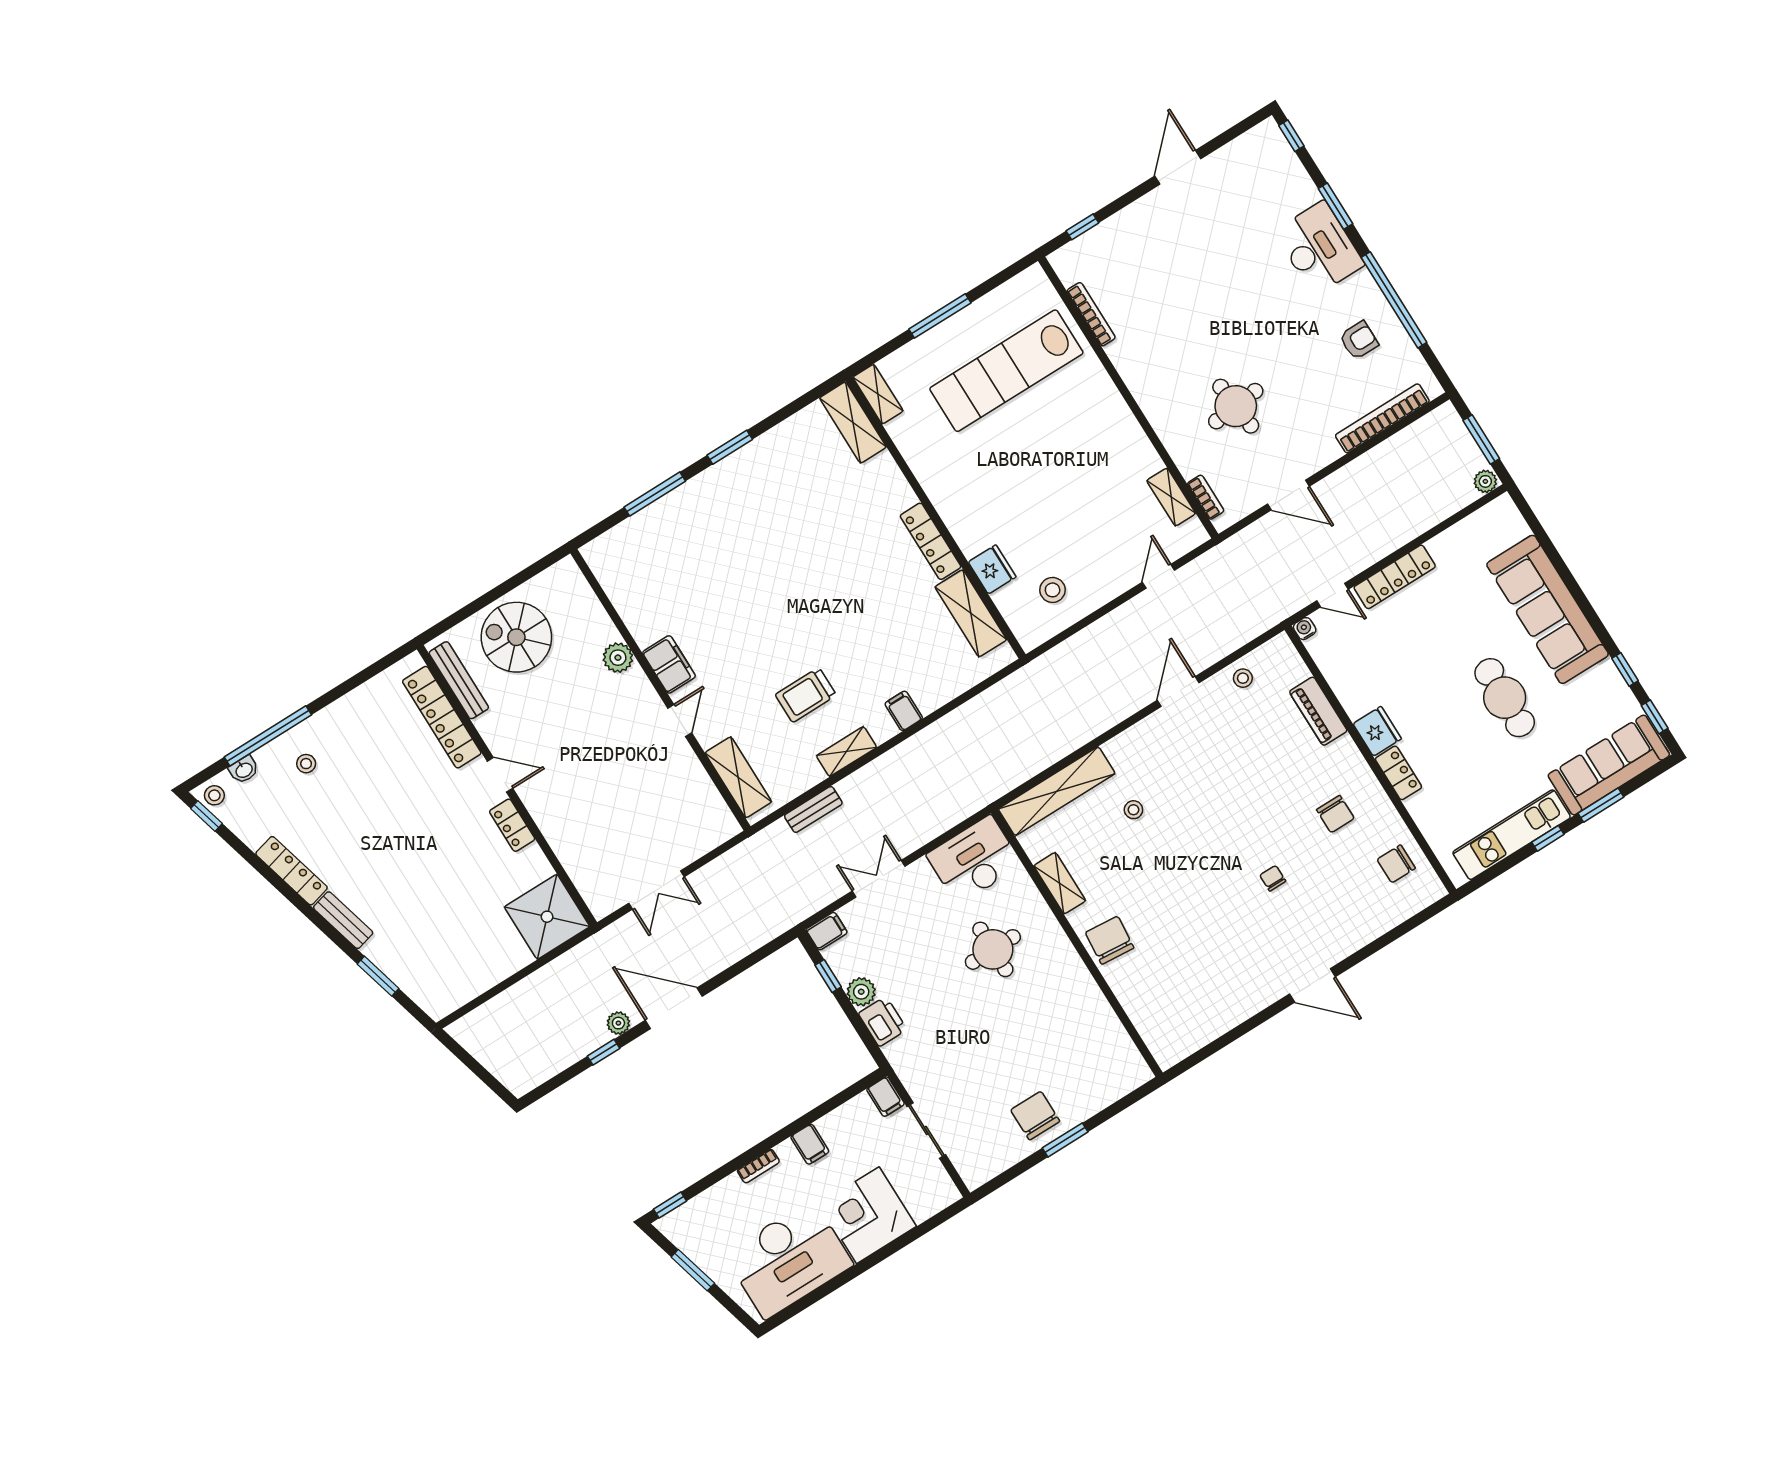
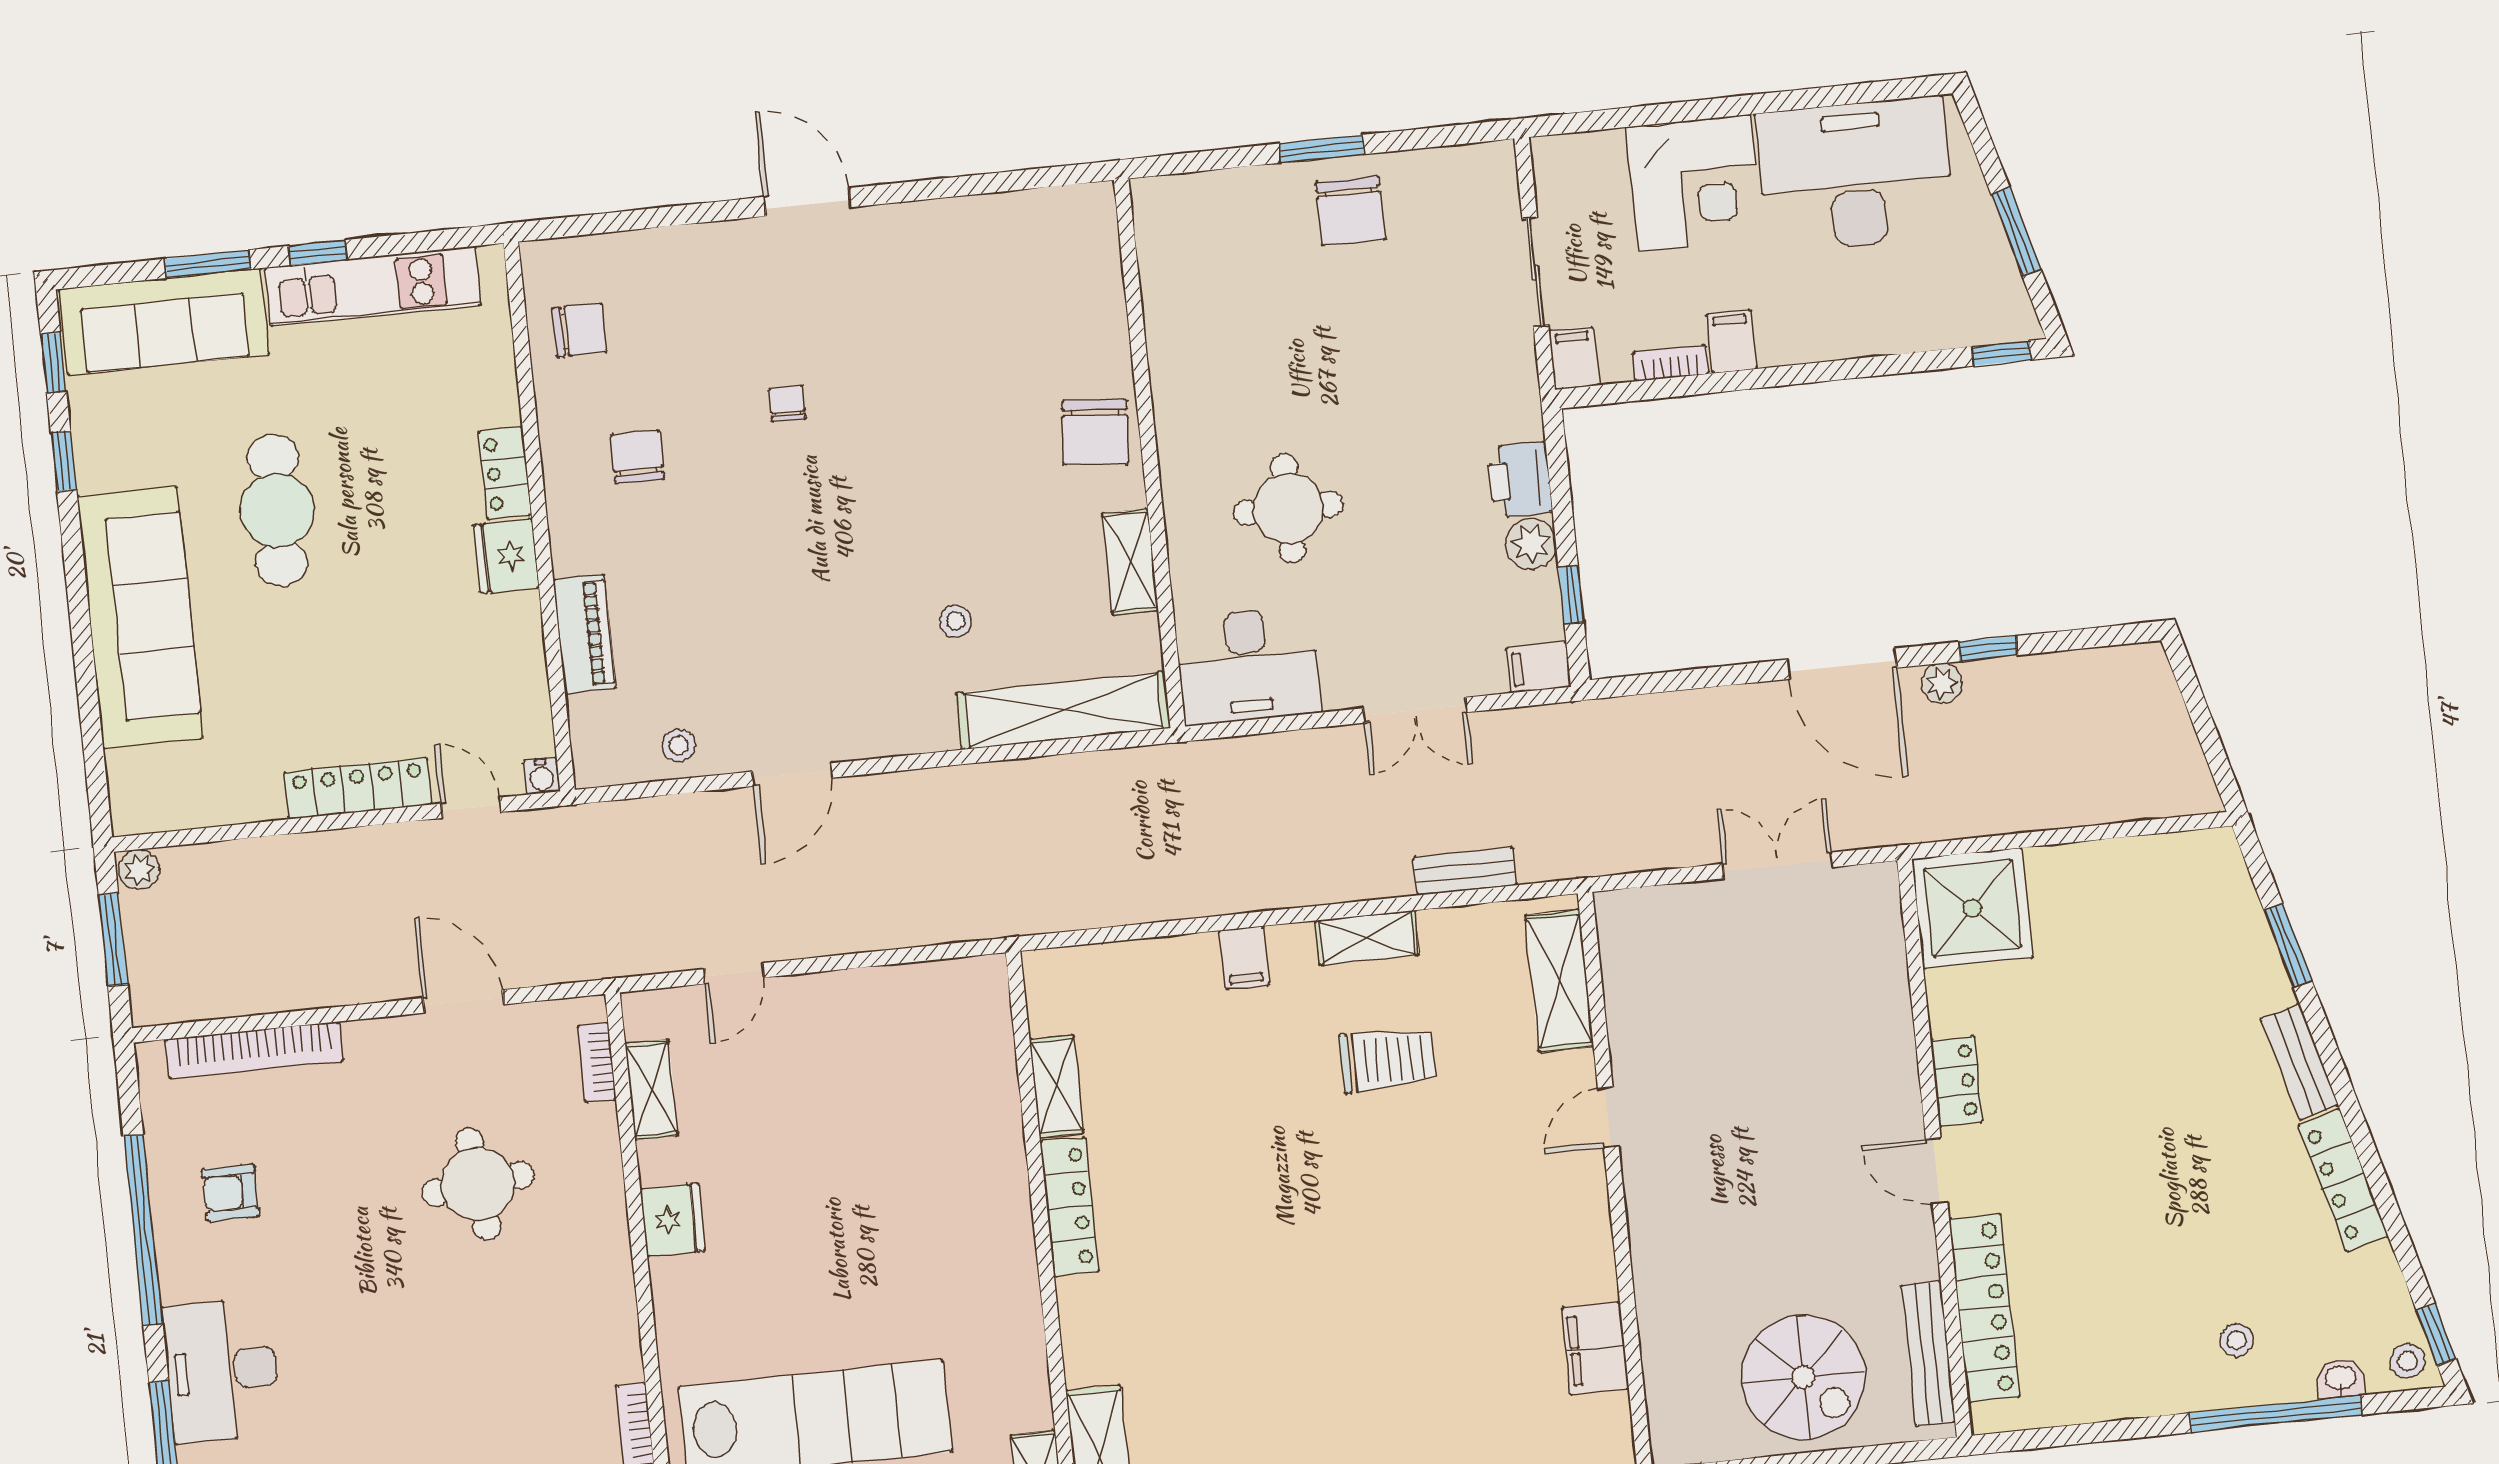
fridge: (992, 569) -> (673, 1220), moved, turned 180
stool: (1053, 590) -> (913, 1034), removed
shelving: (971, 613) -> (1056, 1086), width x0.67, depth x0.75
plant: (618, 658) -> (1657, 1265), removed
filing cabinet: (669, 664) -> (1595, 1349), moved
chair: (1273, 878) -> (787, 404), turned 180
bookcase: (758, 1166) -> (1670, 363), moved

